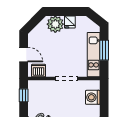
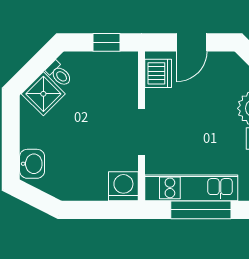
window: (104, 50) -> (201, 210), width x1.44
washing machine: (93, 97) -> (123, 186), moved

